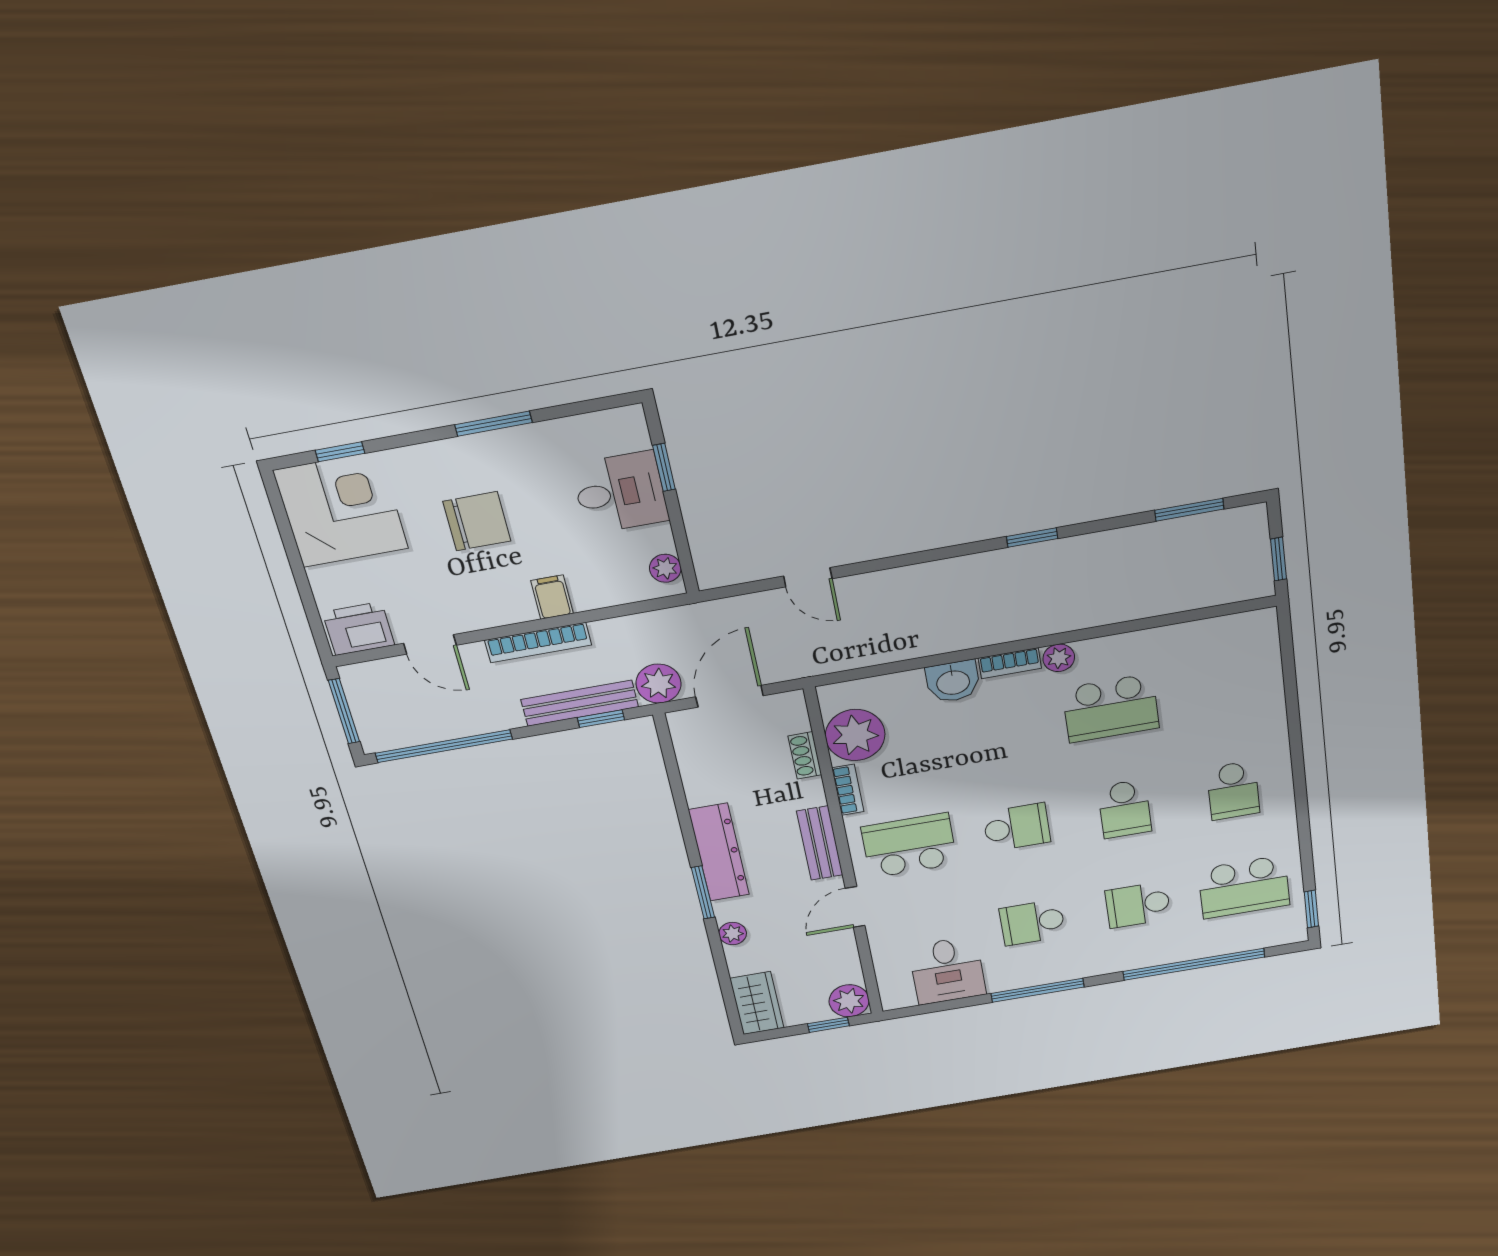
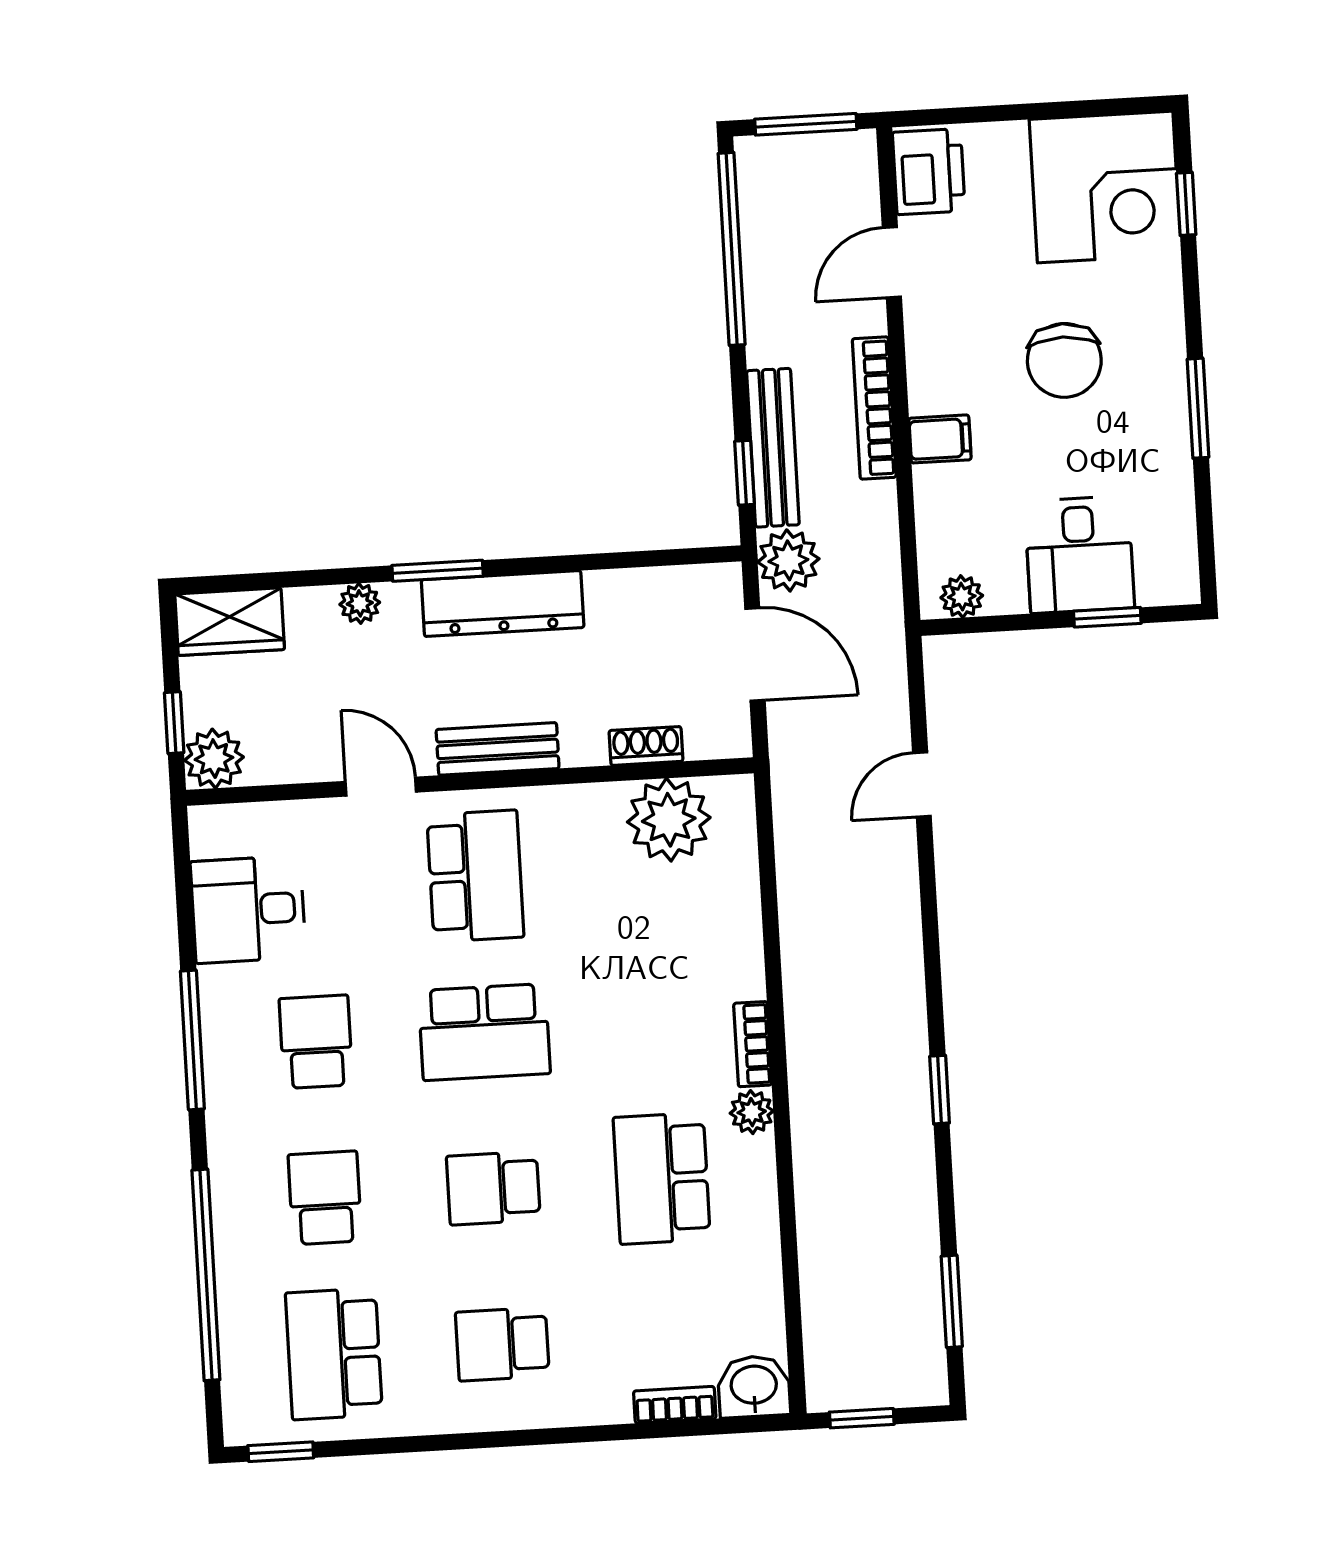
washbasin: (953, 682) -> (754, 1387), moved, turned 90
bookcase: (848, 790) -> (675, 1405), moved, turned 180
school desk: (1017, 827) -> (484, 1032), width x1.85

